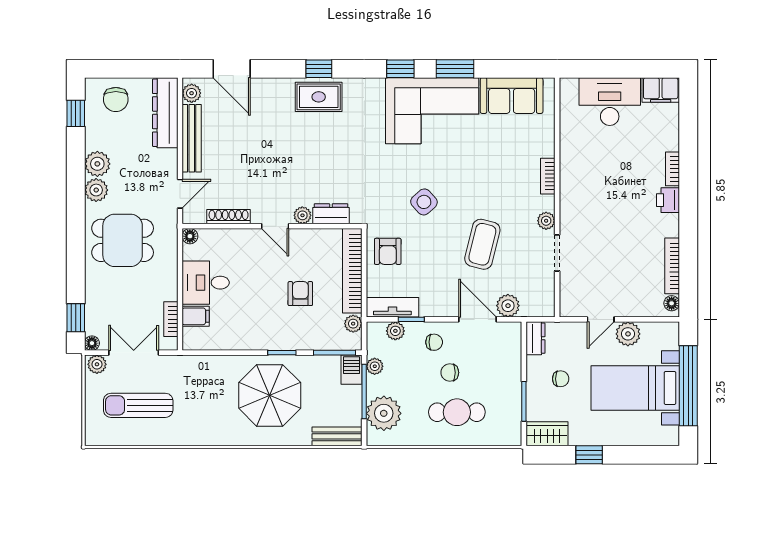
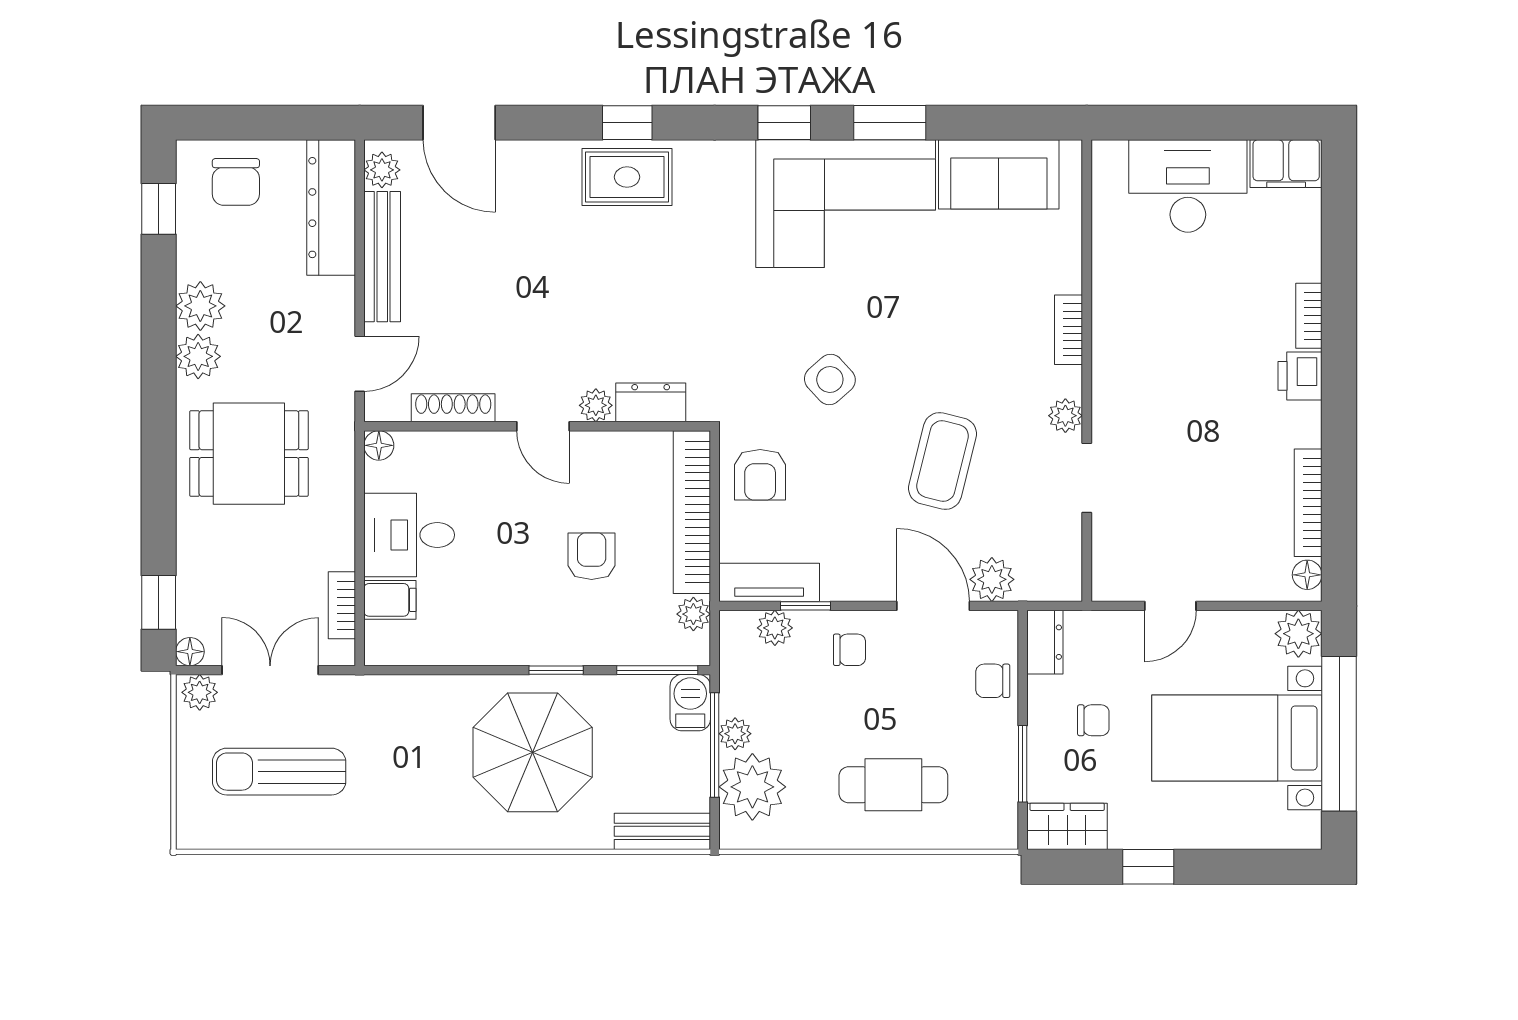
plant: (628, 334) -> (1298, 634), moved
plant: (375, 366) -> (735, 734), moved
chair: (450, 373) -> (993, 681), moved

